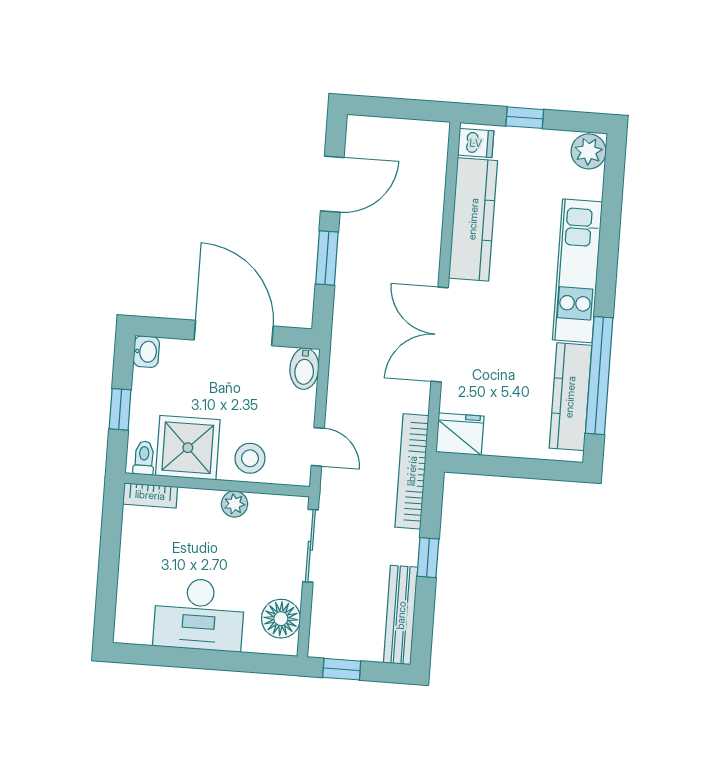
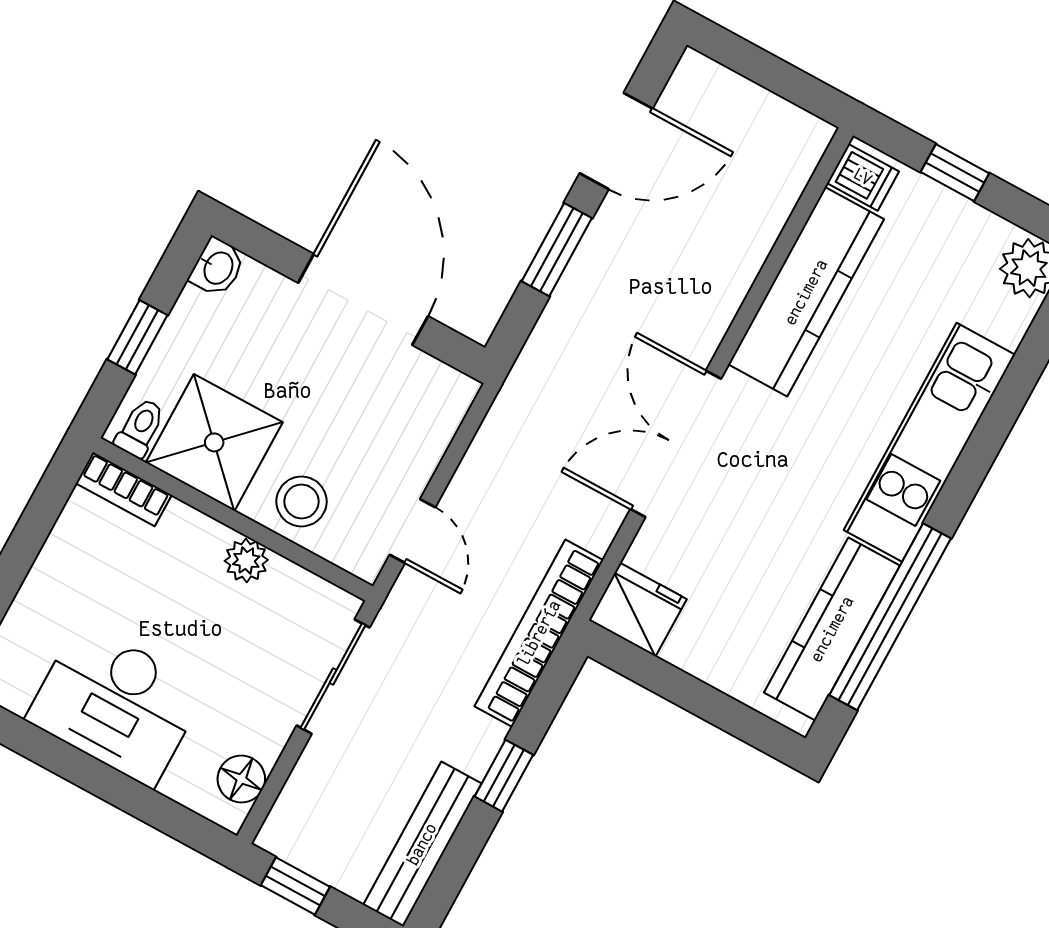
bidet: (304, 369) -> (446, 402), removed
floor lamp: (281, 619) -> (241, 779), width x0.73, depth x0.73

